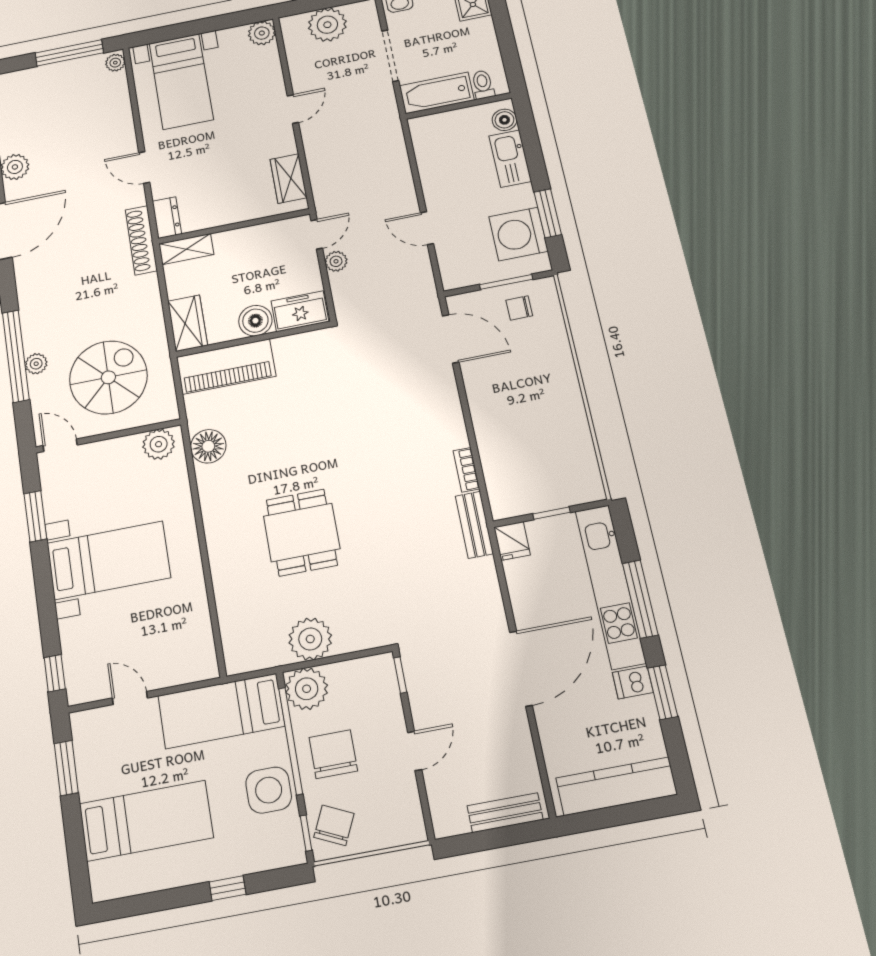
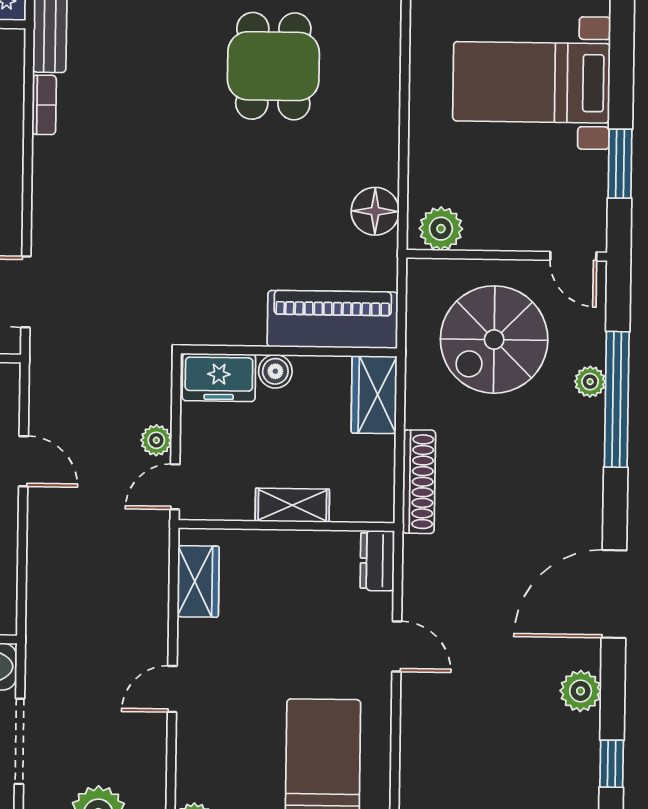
shoe rack: (141, 240) -> (419, 482), moved
shelving: (186, 249) -> (292, 505), moved
boiler: (255, 321) -> (275, 371), width x0.73, depth x0.73

